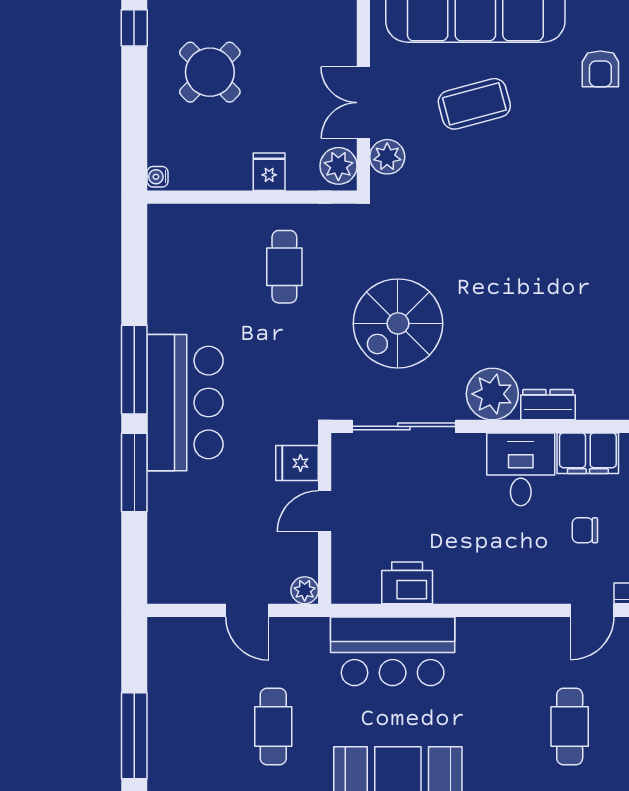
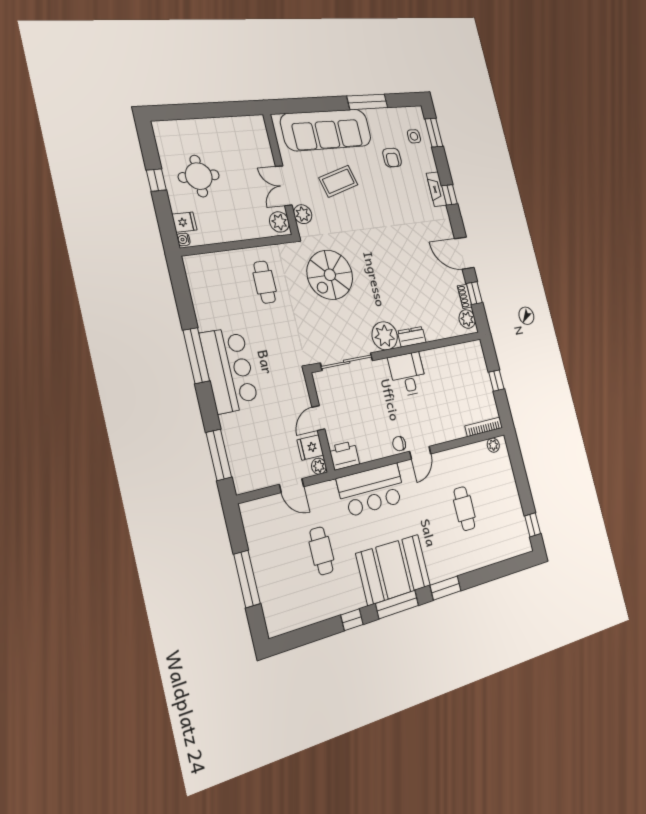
window: (134, 28) -> (156, 180), moved
round table: (210, 72) -> (199, 176), turned 45
fridge: (269, 172) -> (184, 222), moved, turned 90
spiral stairs: (398, 323) -> (330, 275), moved
filing cabinet: (588, 453) -> (436, 359), removed
fridge: (297, 463) -> (310, 447), moved
window: (134, 472) -> (219, 455), moved
chair: (585, 530) -> (399, 444), moved
printer: (407, 583) -> (344, 455), moved
door: (592, 610) -> (420, 453), moved

